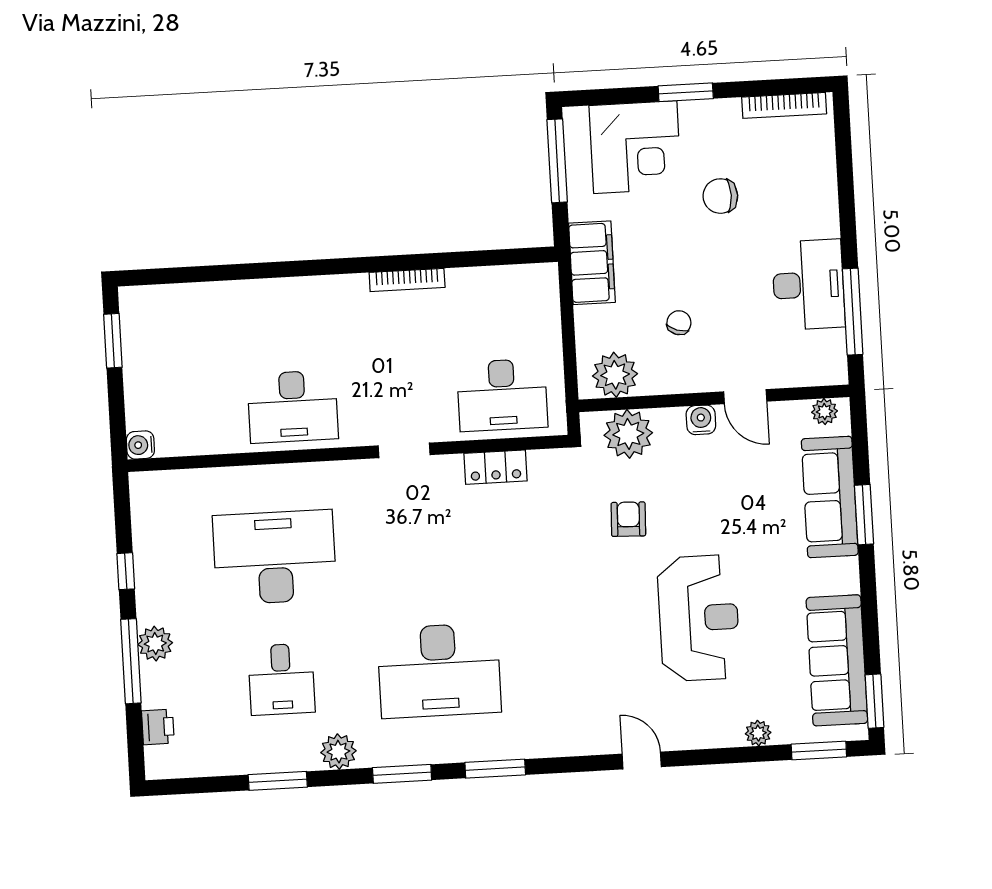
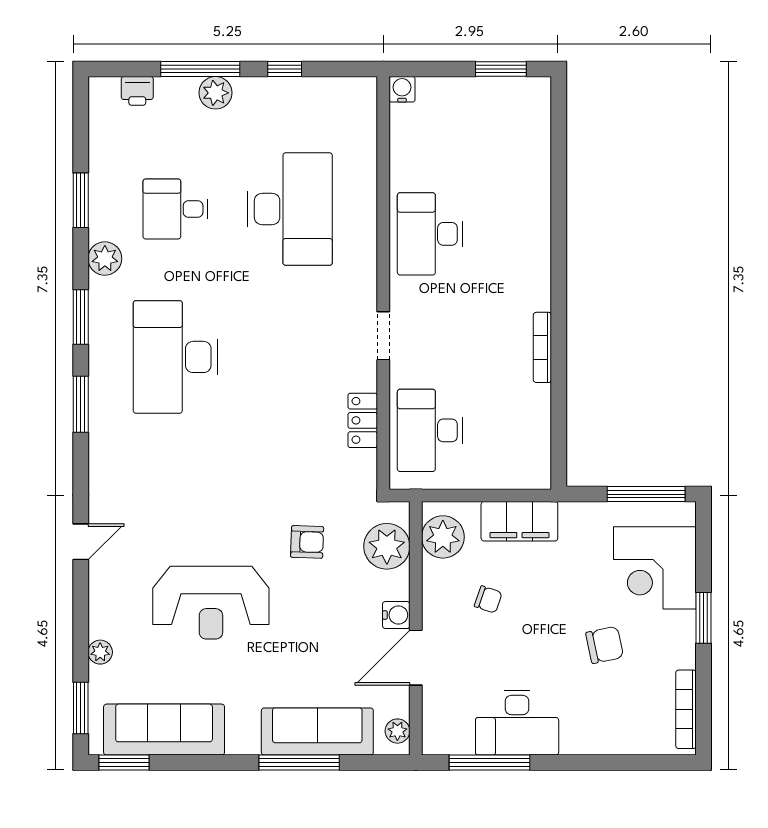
chair: (720, 196) -> (605, 645), turned 78
filing cabinet: (592, 263) -> (519, 521), moved
door: (745, 397) -> (416, 658), width x1.38
window: (864, 515) -> (299, 763), width x1.44

